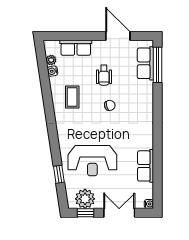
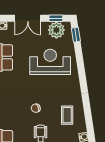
window: (59, 174) -> (76, 35), moved

